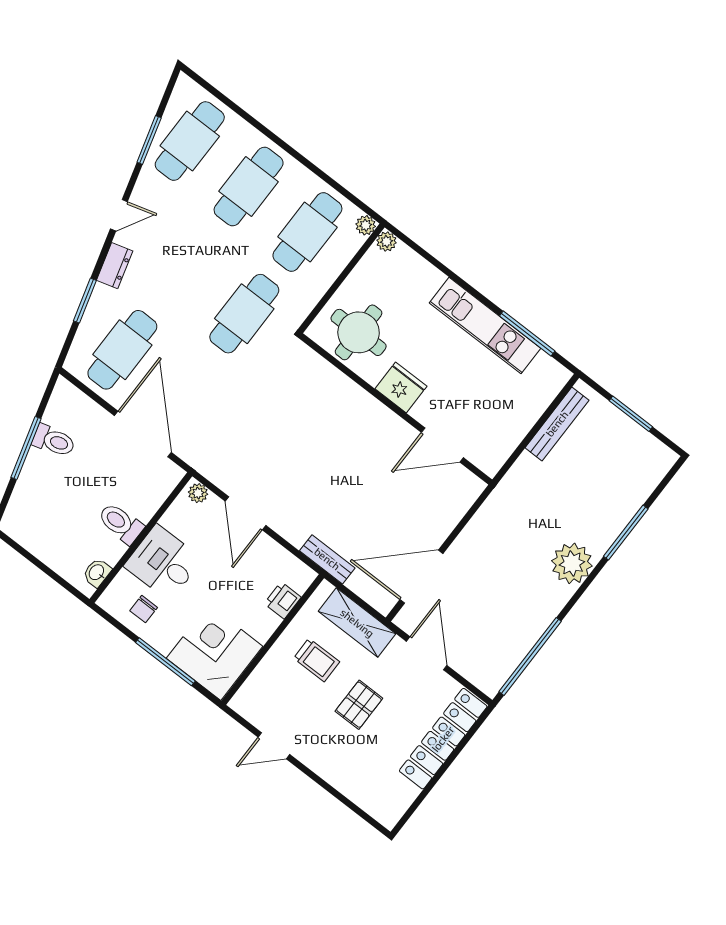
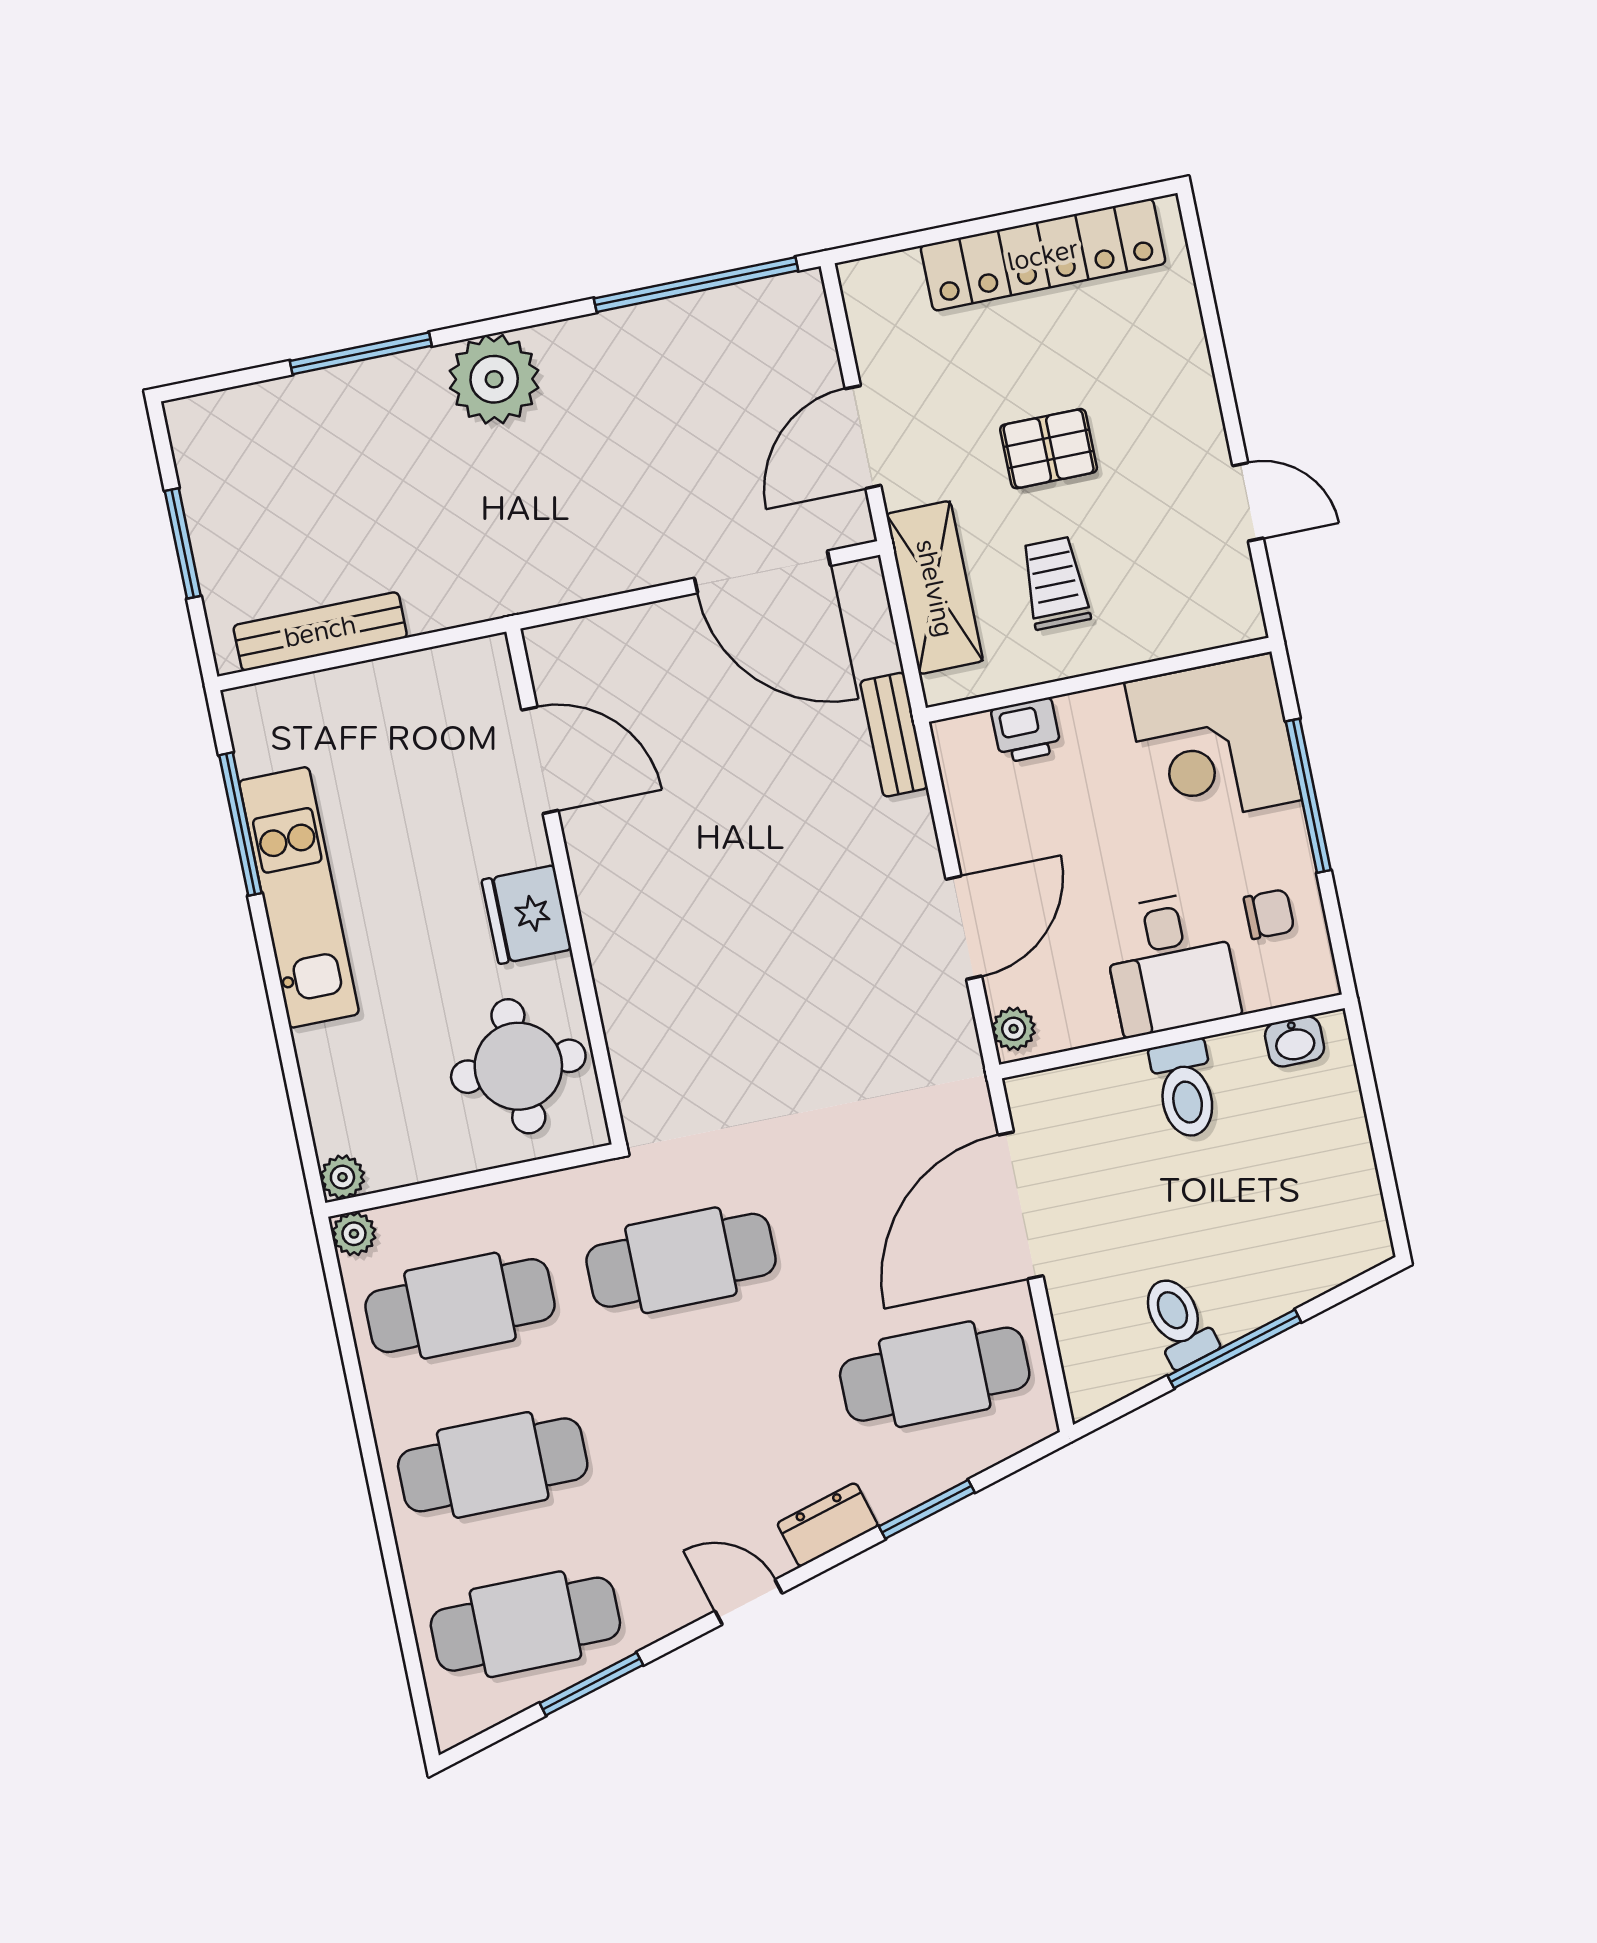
locker: (443, 739) -> (1043, 255), moved

